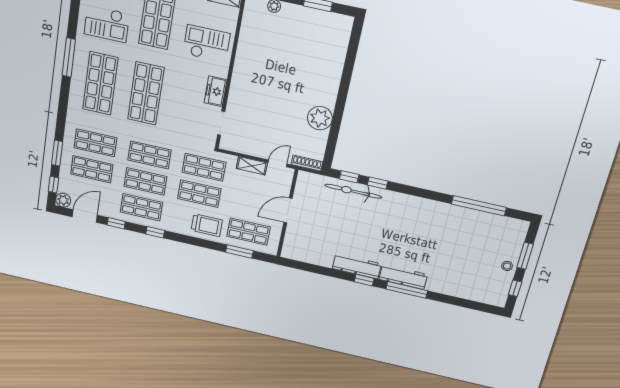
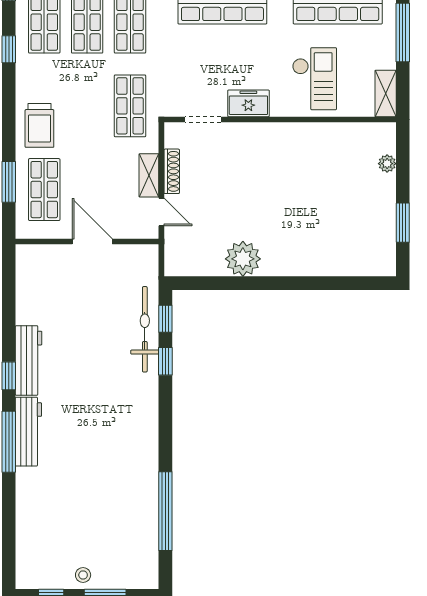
shoe rack: (307, 163) -> (172, 171), moved
shop shelf: (199, 194) -> (87, 106), removed

